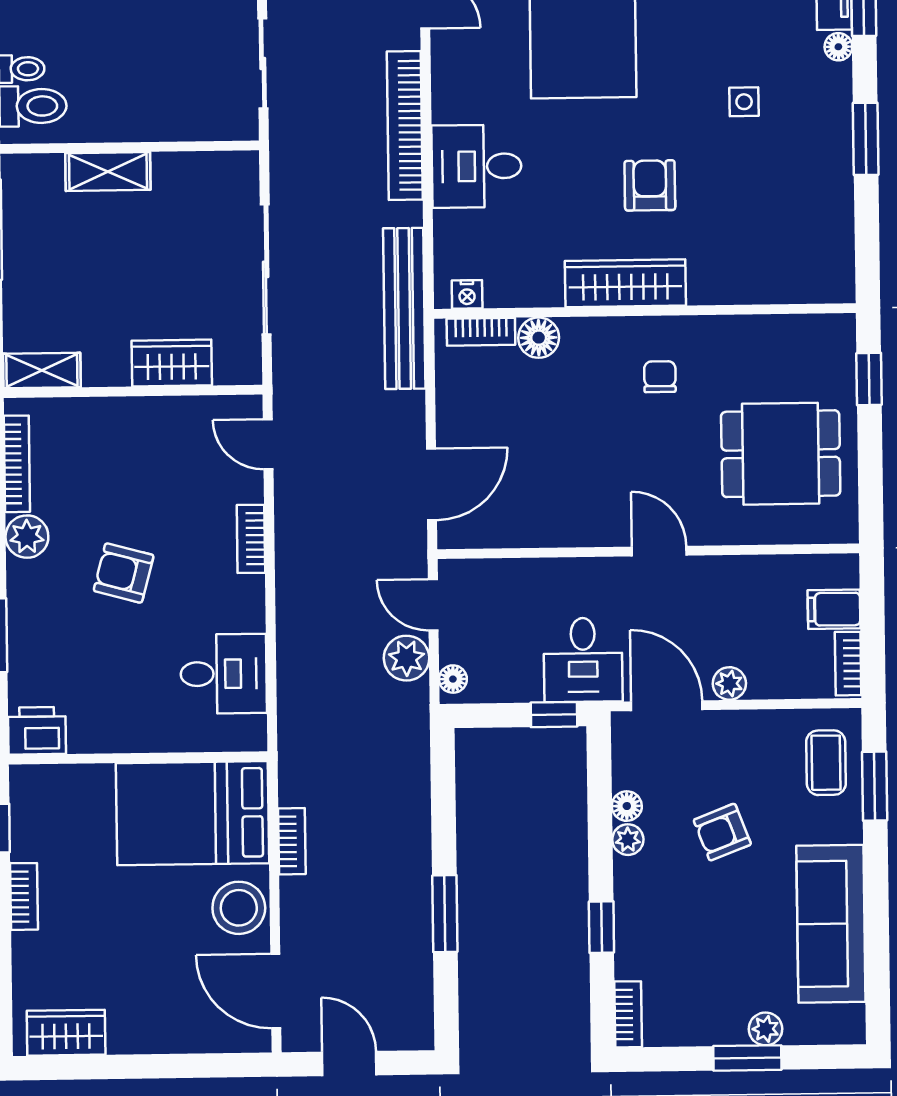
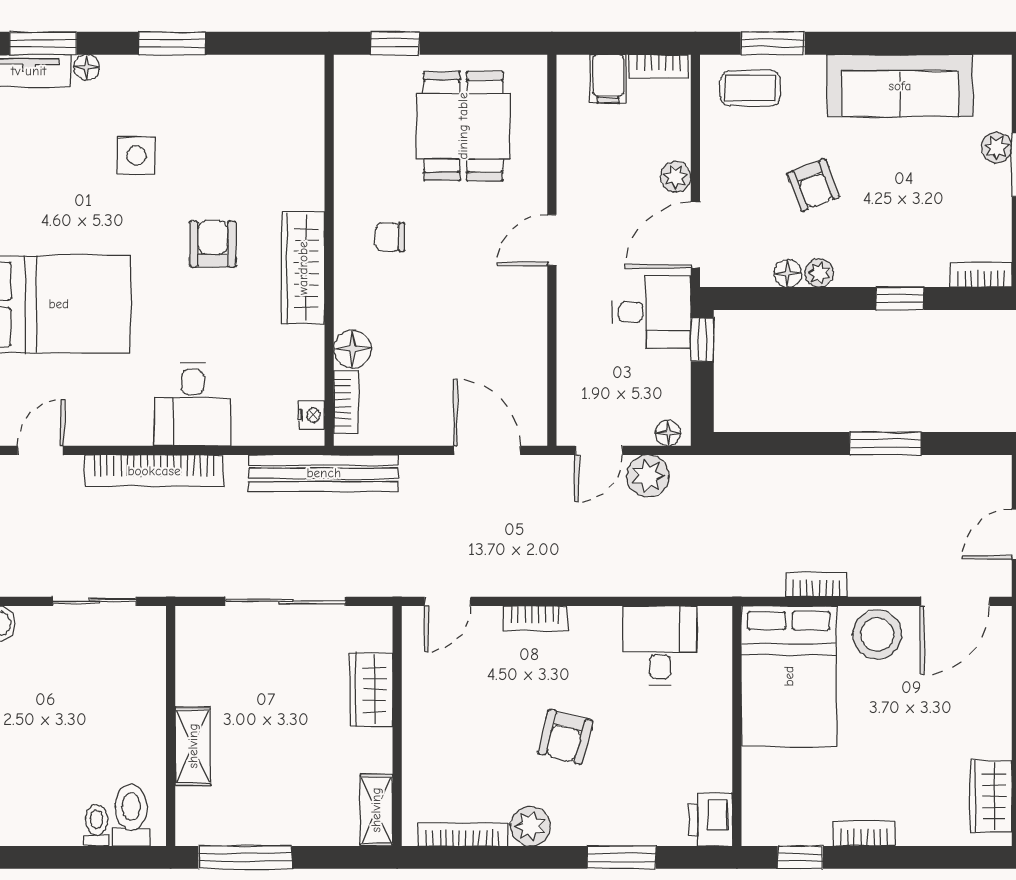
side table: (744, 102) -> (136, 156), width x1.37, depth x1.37
armchair: (650, 185) -> (213, 244), turned 90

